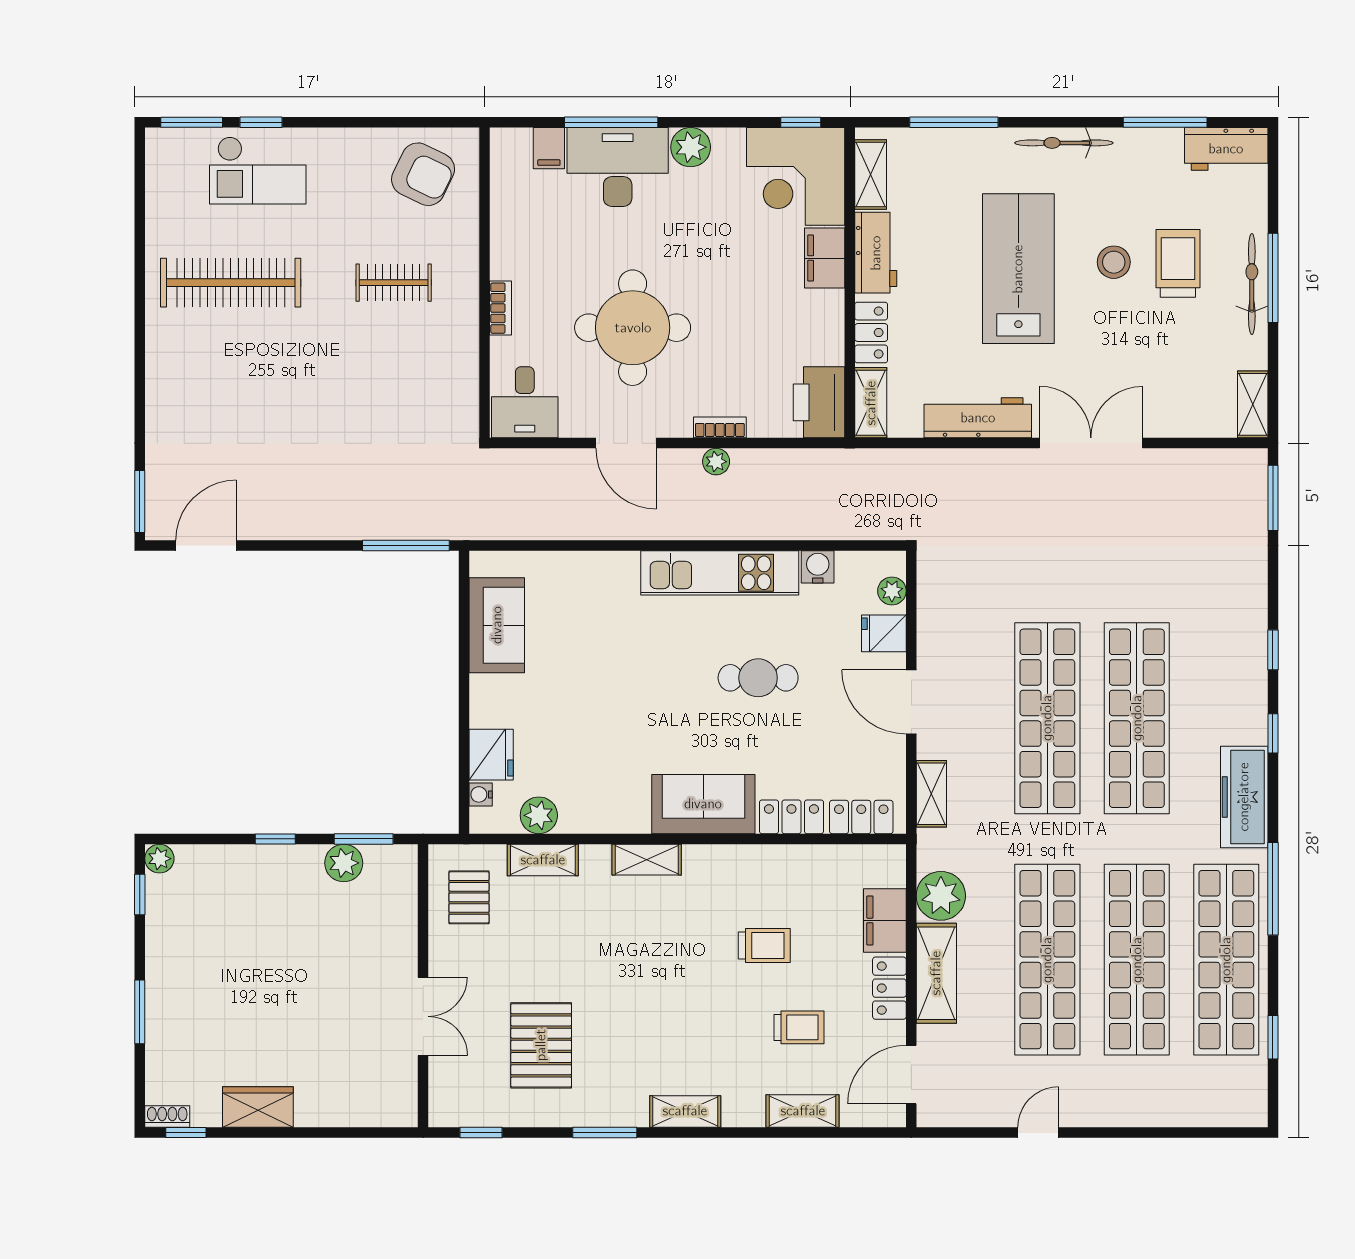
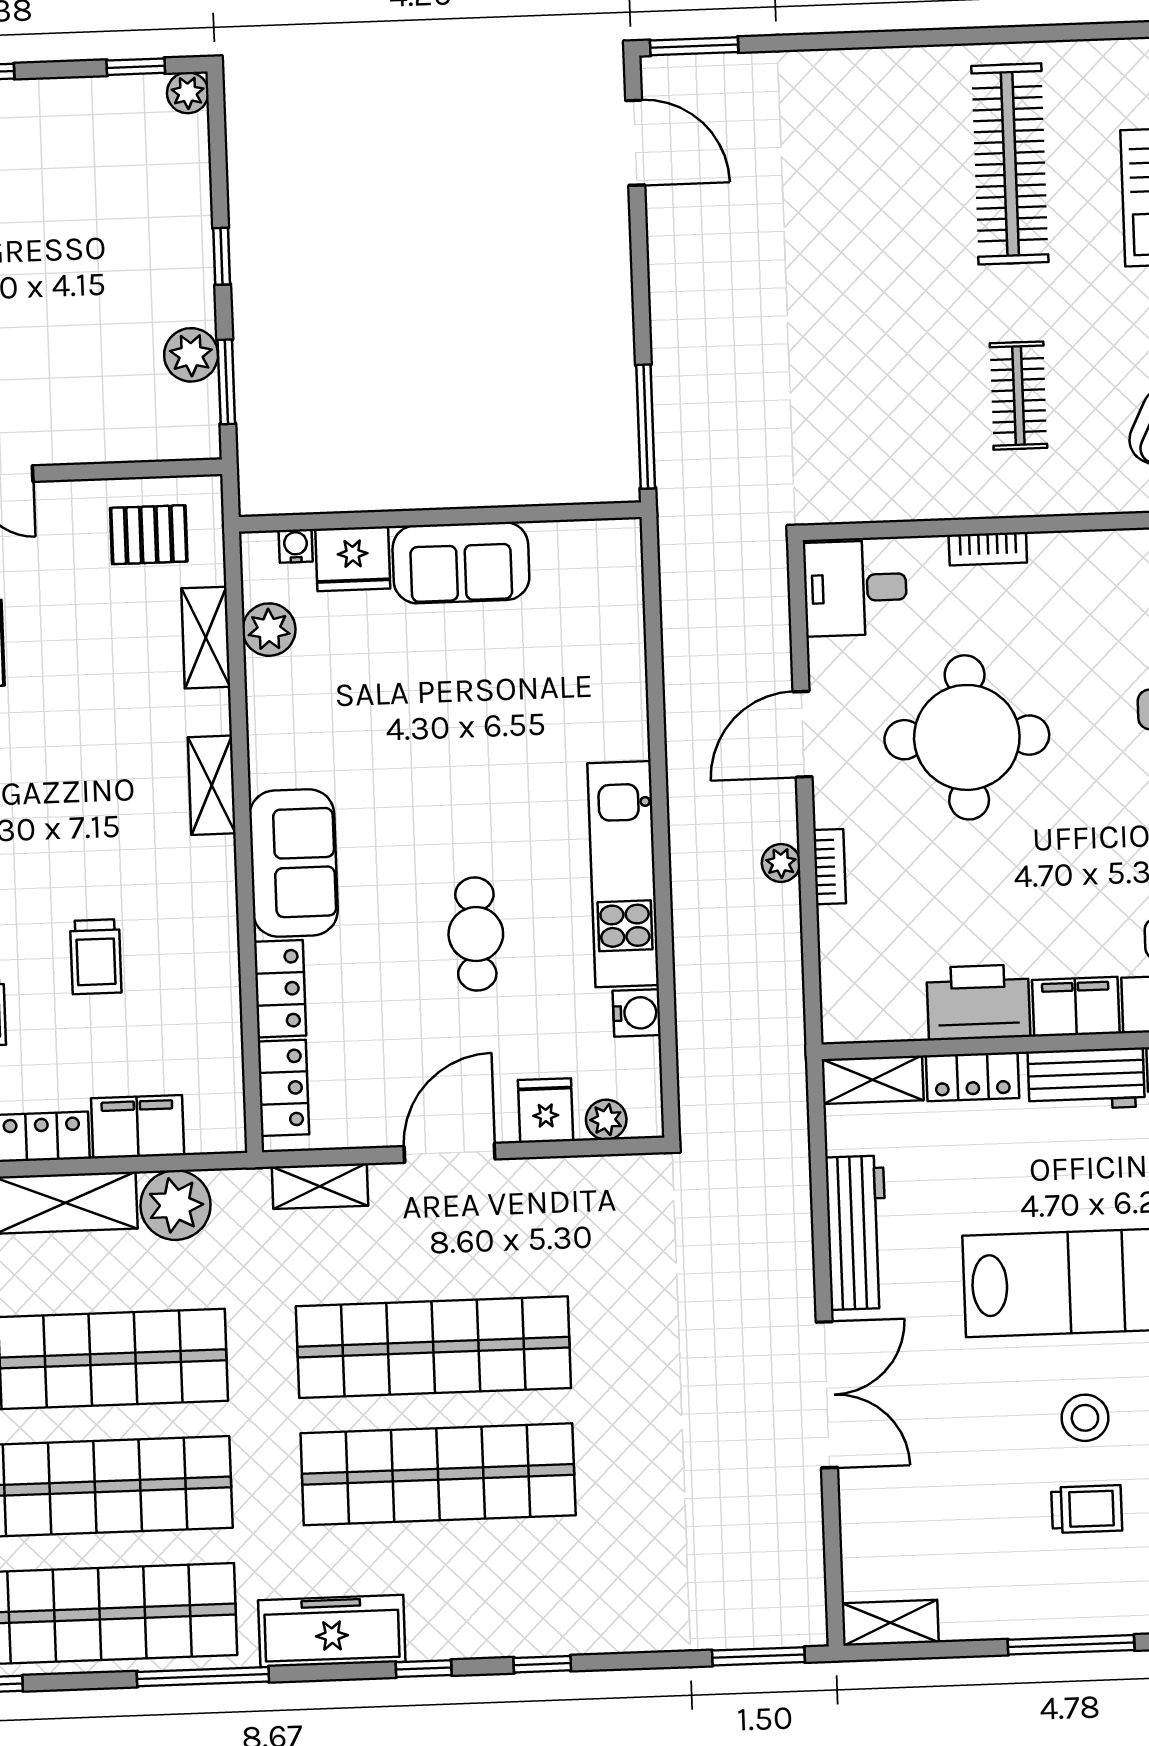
trolley: (1178, 263) -> (1087, 1509), width x0.73, depth x0.72
bicycle: (1252, 284) -> (1061, 1615), removed
printer: (819, 402) -> (978, 1002), moved
sofa: (497, 625) -> (461, 563), moved

